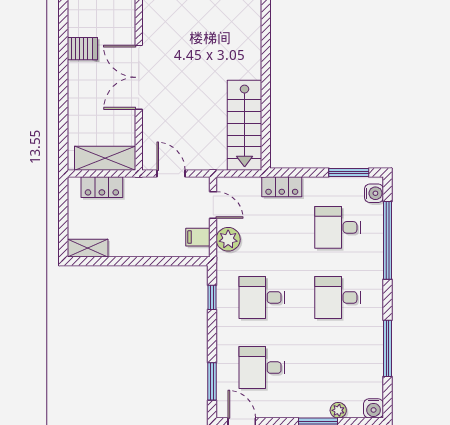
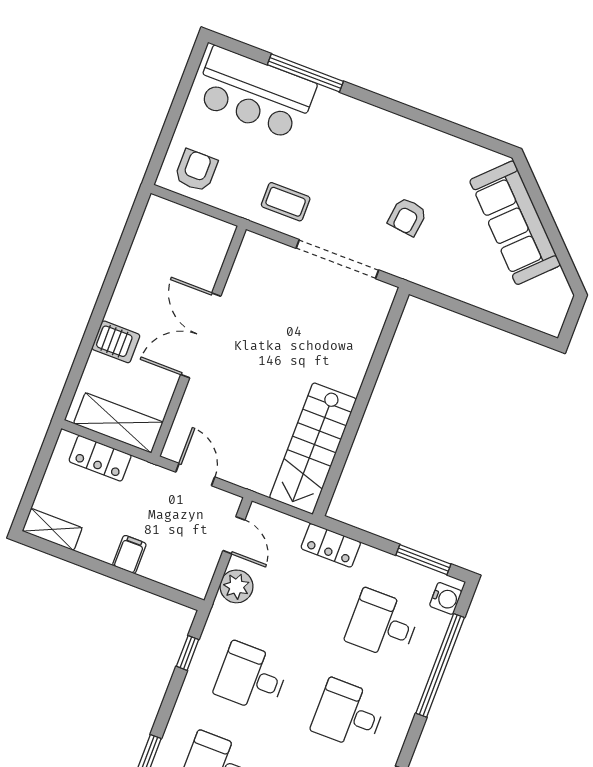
server rack: (82, 49) -> (116, 342), moved
filing cabinet: (198, 237) -> (129, 554), moved, turned 90

